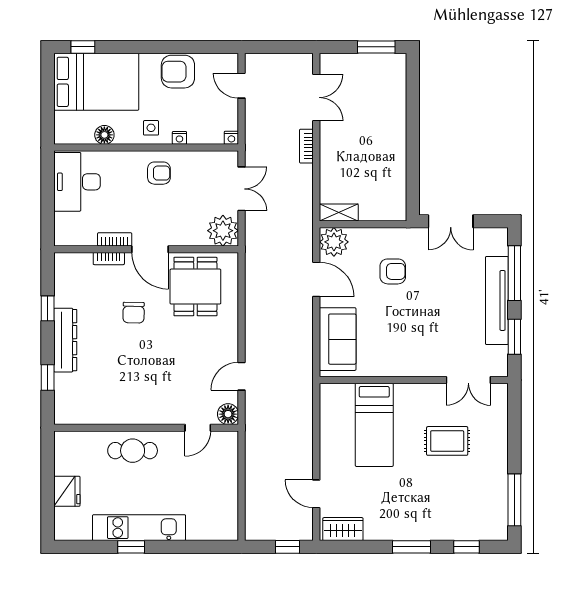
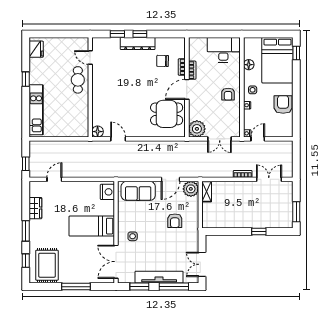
door: (242, 86) -> (258, 139), moved
double door: (316, 97) -> (269, 179), swing flipped
window: (413, 116) -> (259, 232), added
double door: (451, 221) -> (202, 264), moved
window: (48, 308) -> (140, 34), moved
chair: (134, 313) -> (163, 61), moved
side table: (421, 349) -> (133, 236), added
double door: (468, 380) -> (116, 262), width x1.37
nightstand: (339, 396) -> (107, 192), added
bed: (374, 425) -> (92, 226), moved
door: (198, 428) -> (90, 57), moved
rug: (447, 441) -> (47, 265), moved, width x1.36, depth x1.43
fridge: (67, 491) -> (36, 49), moved, turned -90
window: (514, 500) -> (76, 287), moved
kitchen unit: (139, 528) -> (36, 110), moved
wardrobe: (343, 529) -> (35, 208), moved

